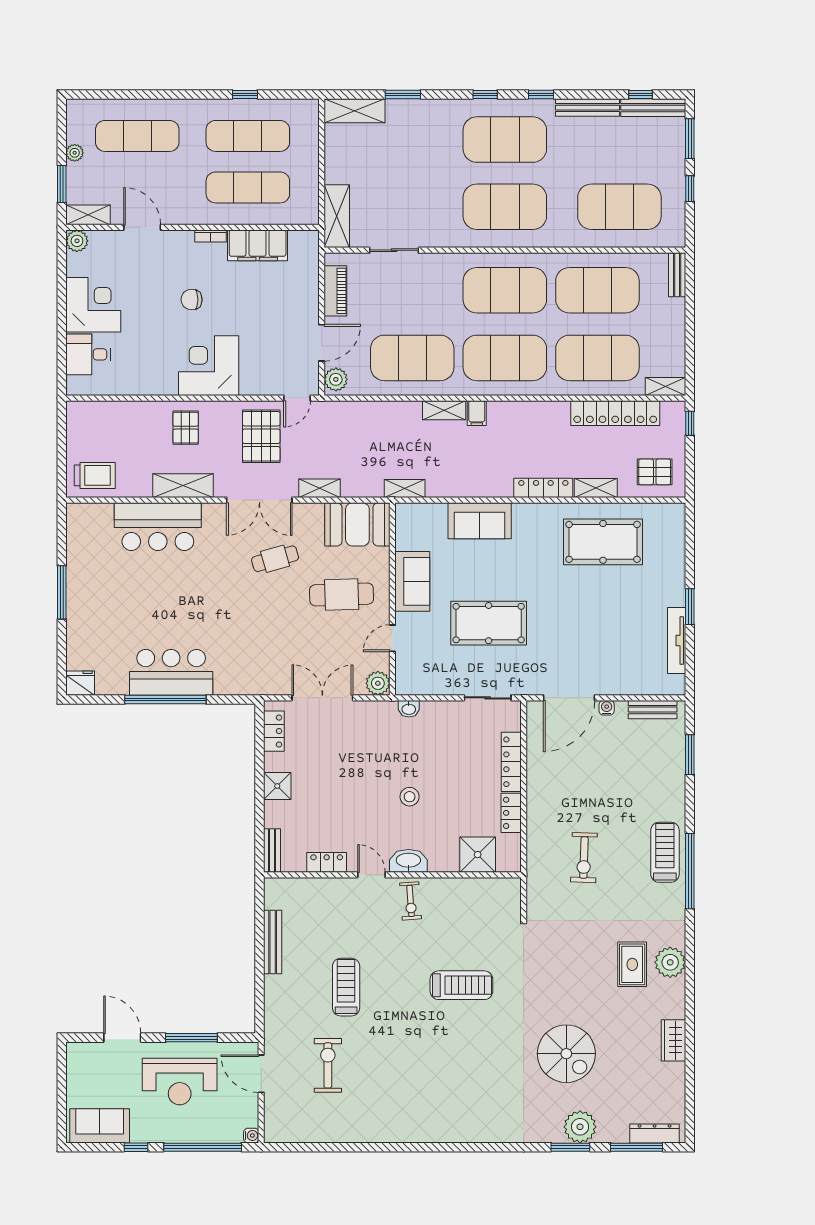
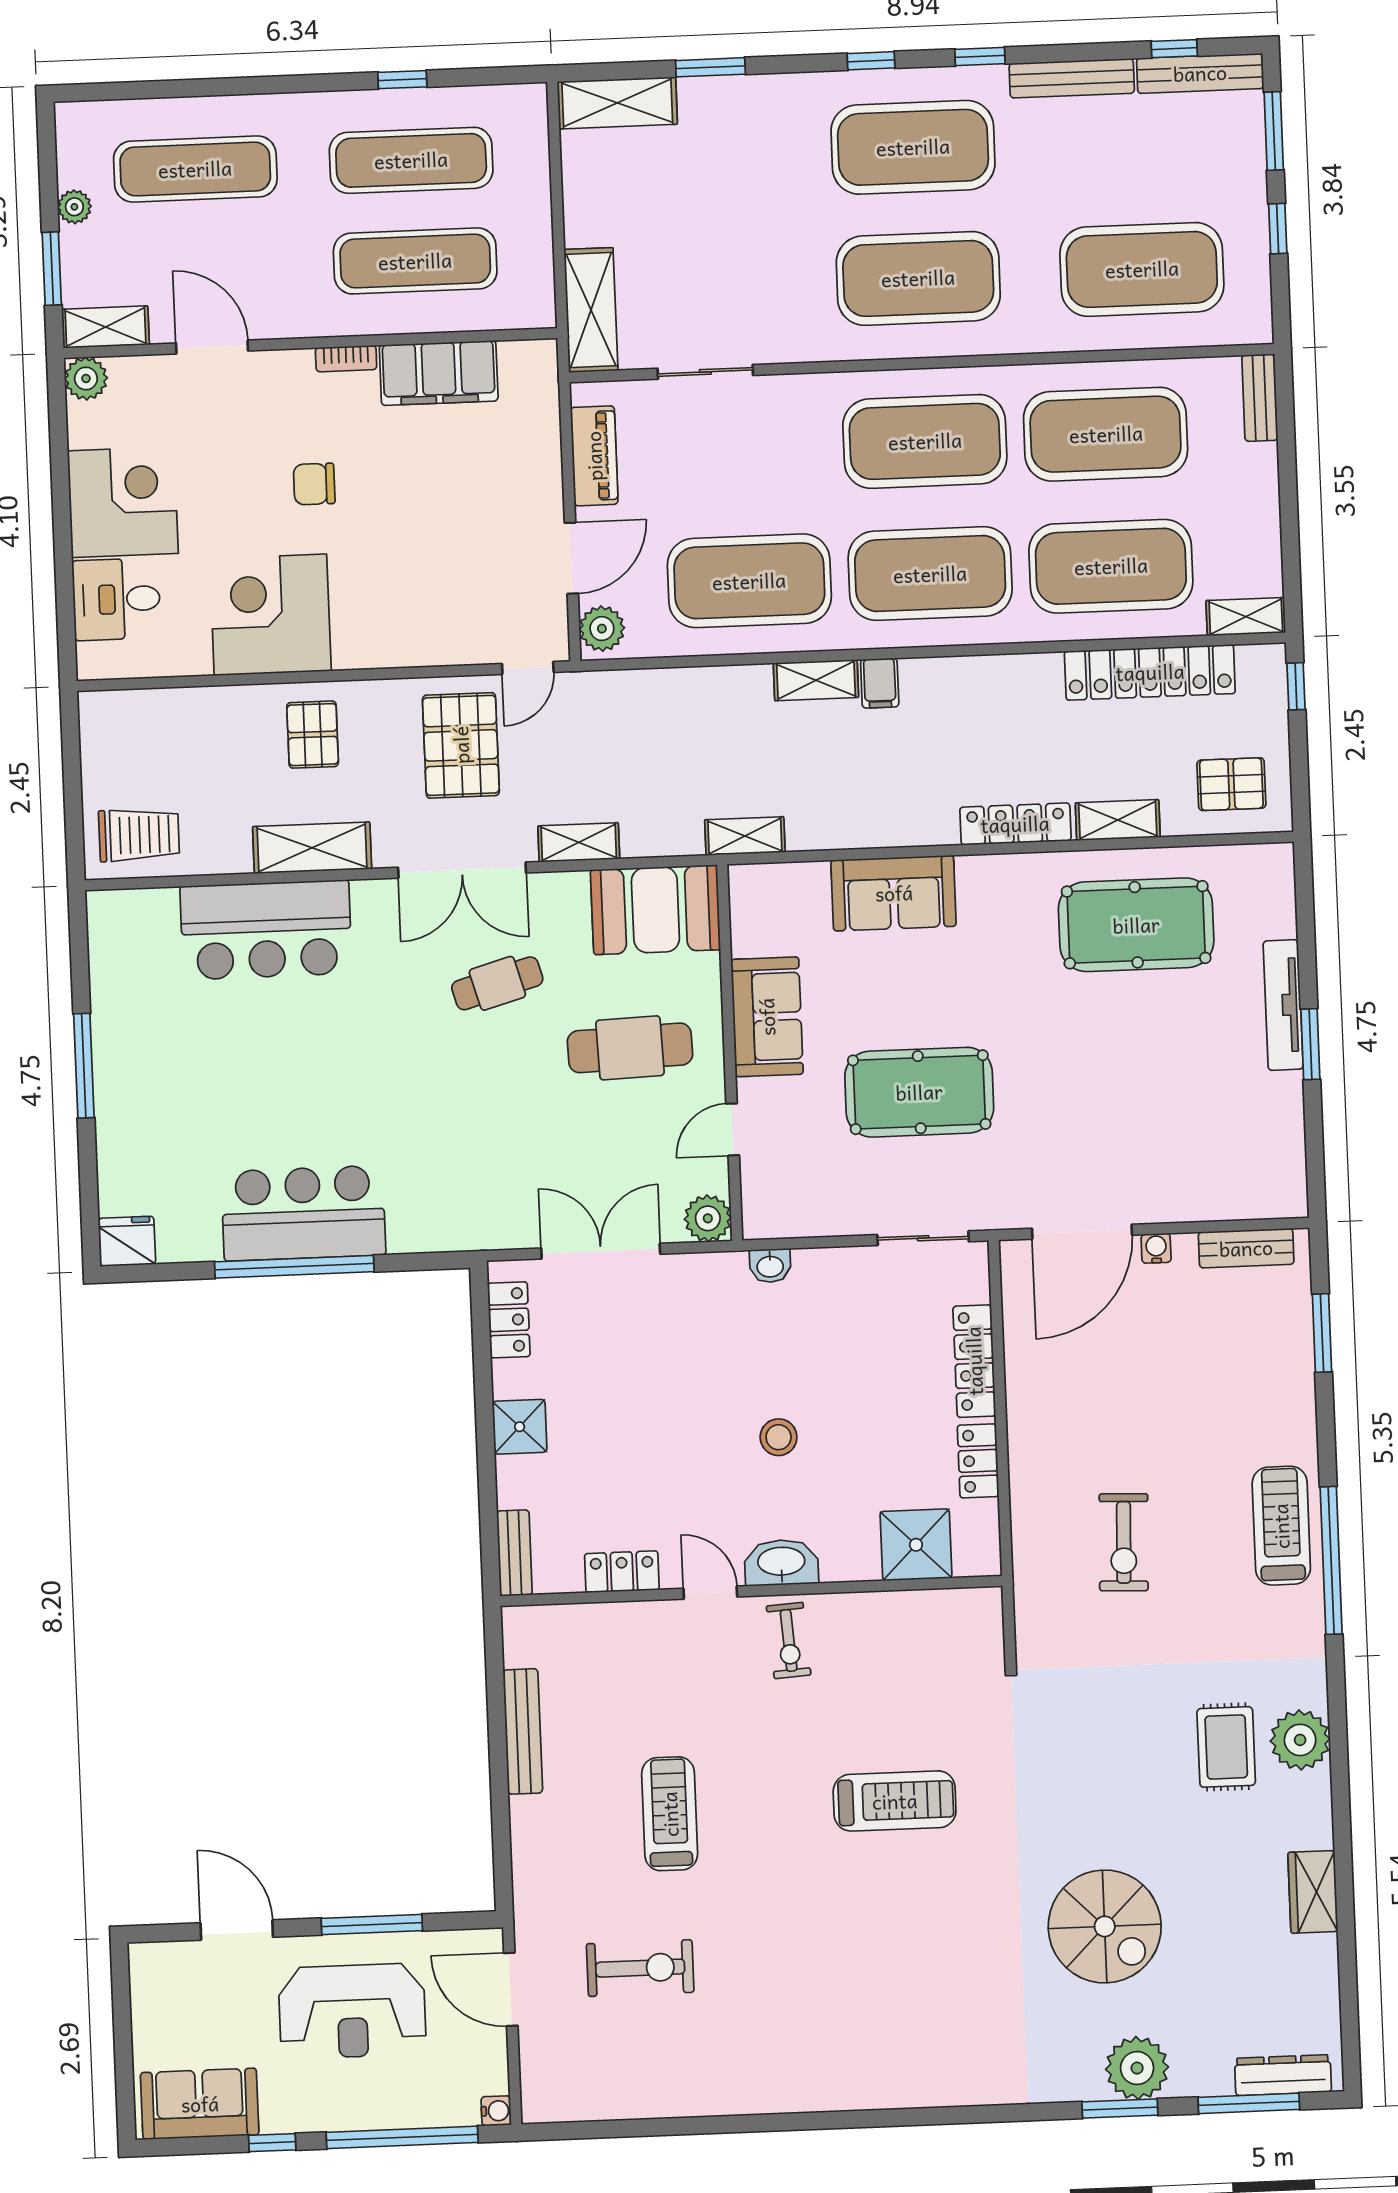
corner desk: (209, 366) -> (270, 615), moved
tv unit: (677, 641) -> (1283, 1005), moved
exercise bike: (328, 1065) -> (640, 1968), turned 90

